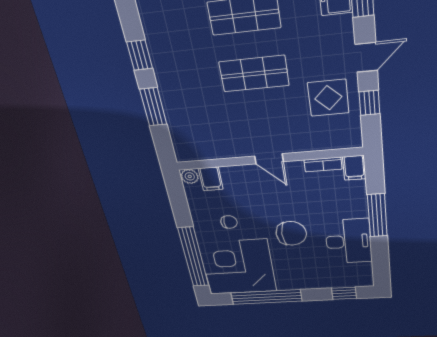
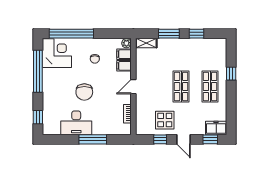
shelving: (181, 144) -> (146, 43), added
filing cabinet: (354, 168) -> (124, 66), moved
corner desk: (238, 267) -> (57, 53), width x0.74, depth x0.74

